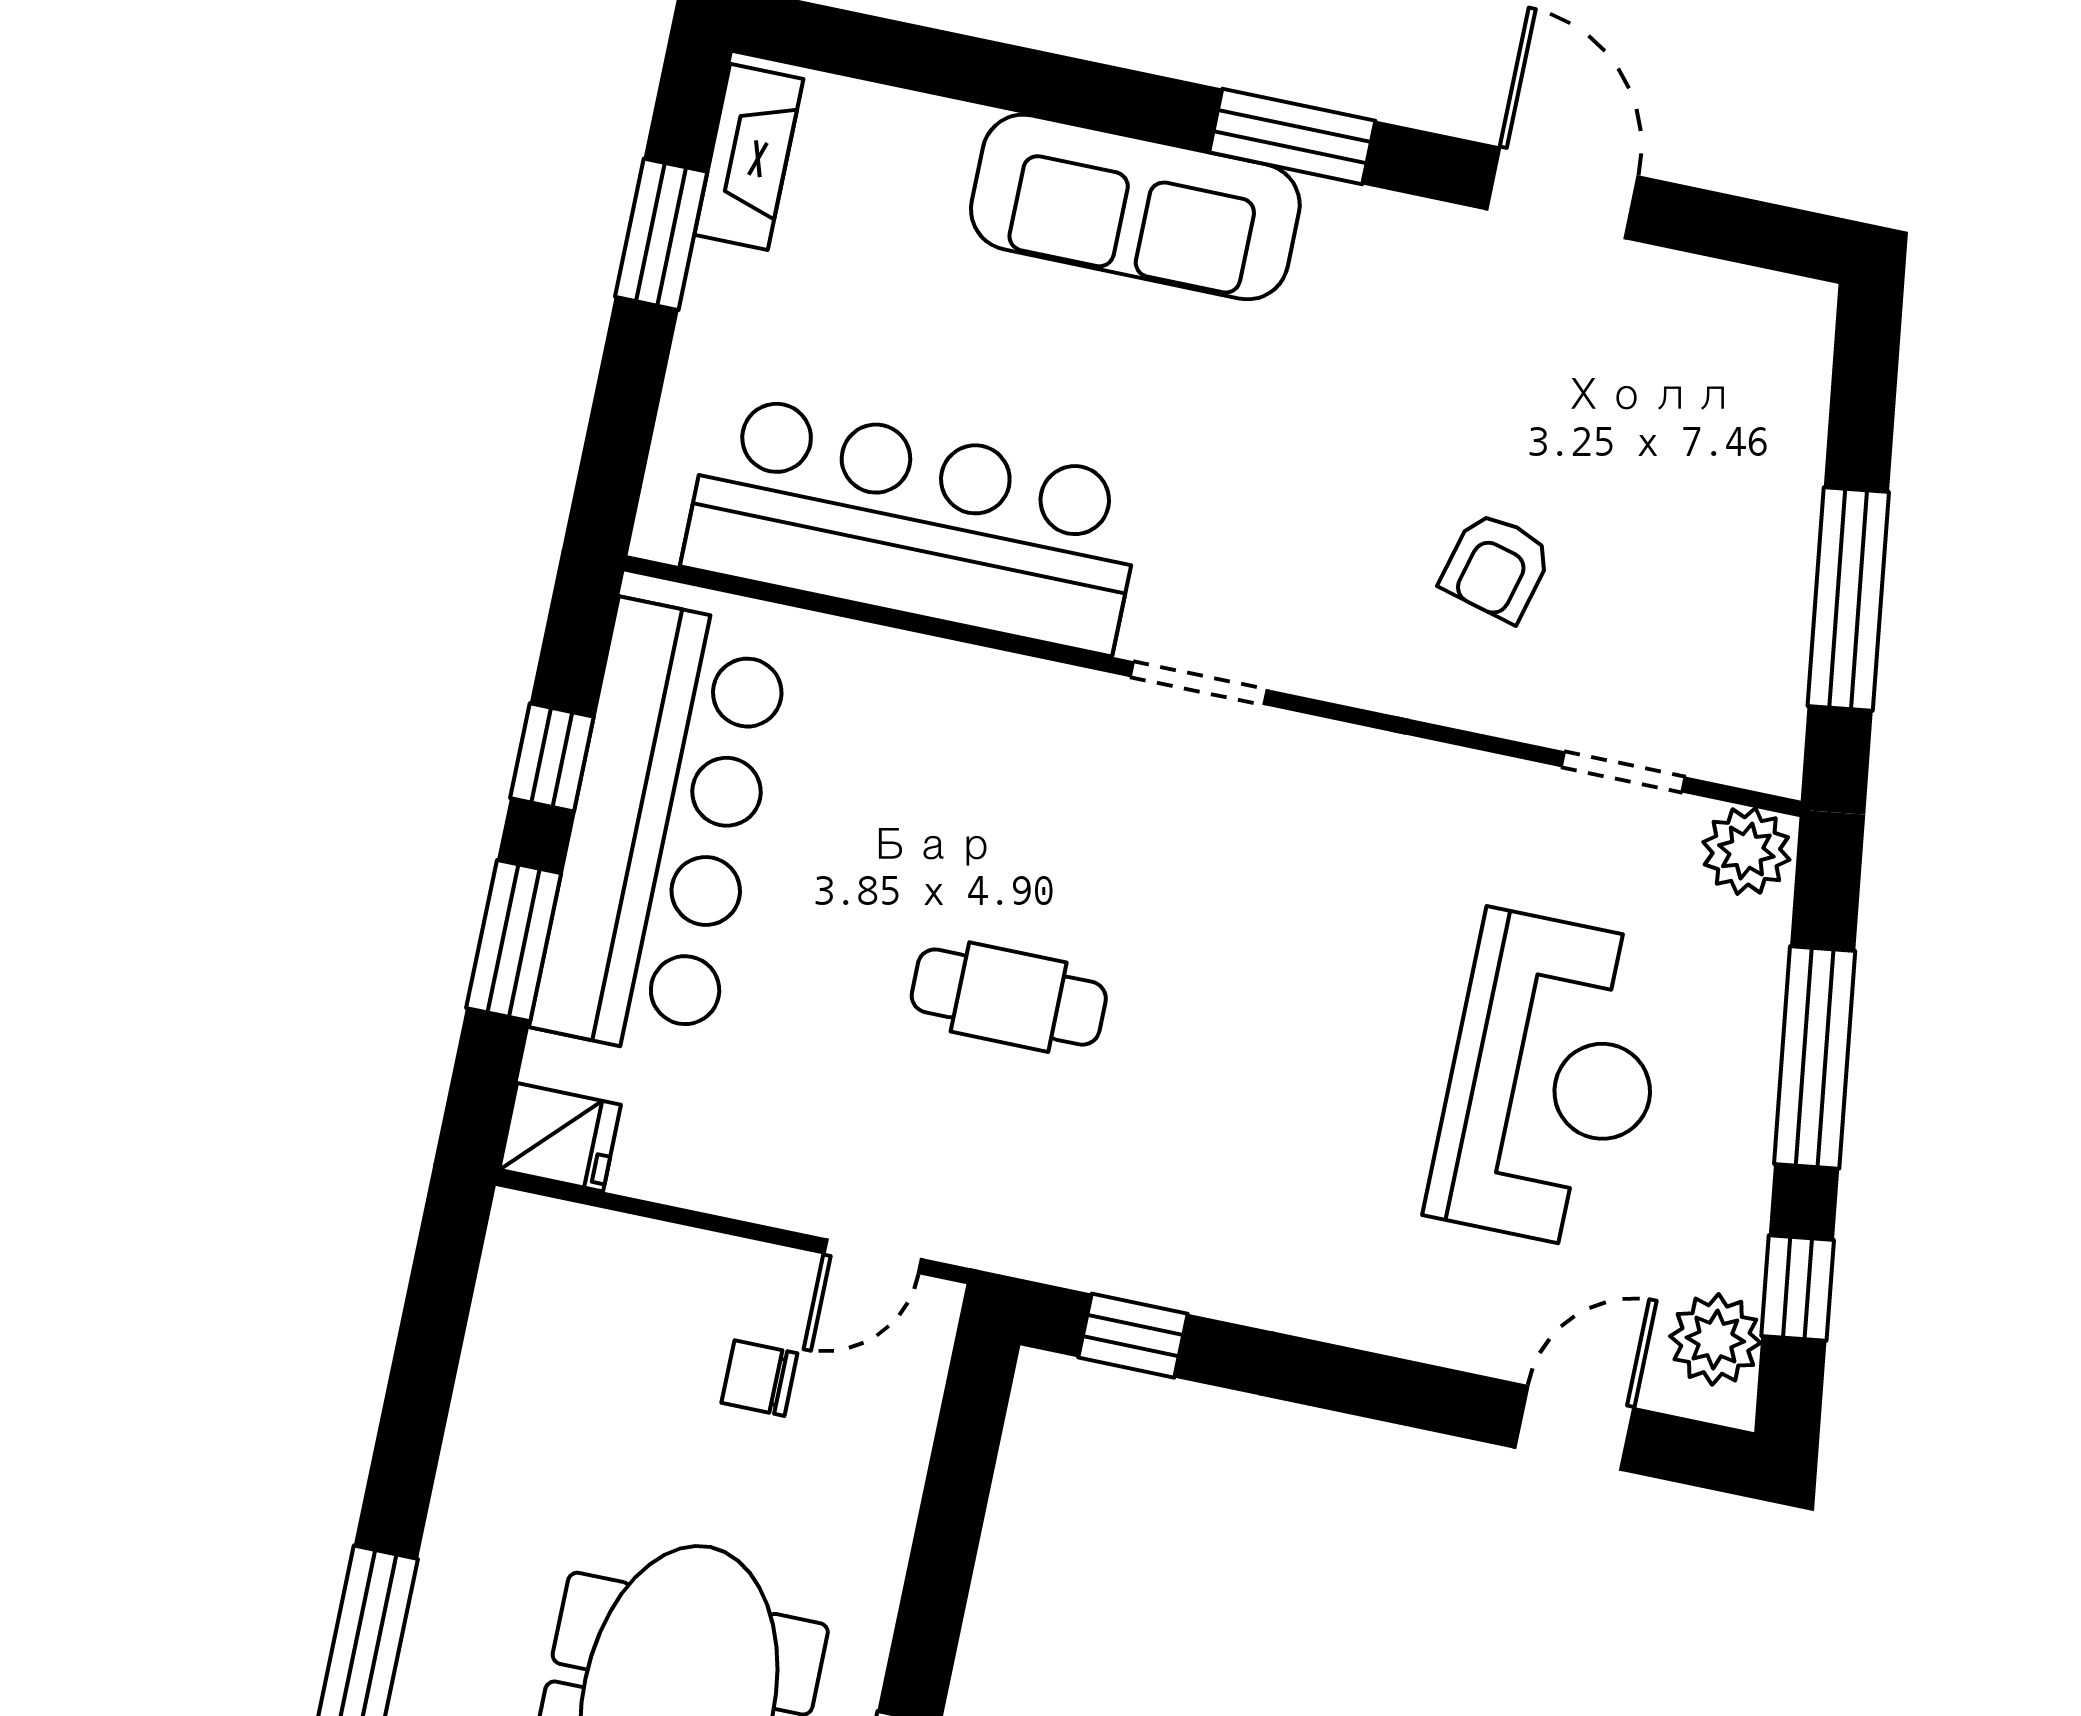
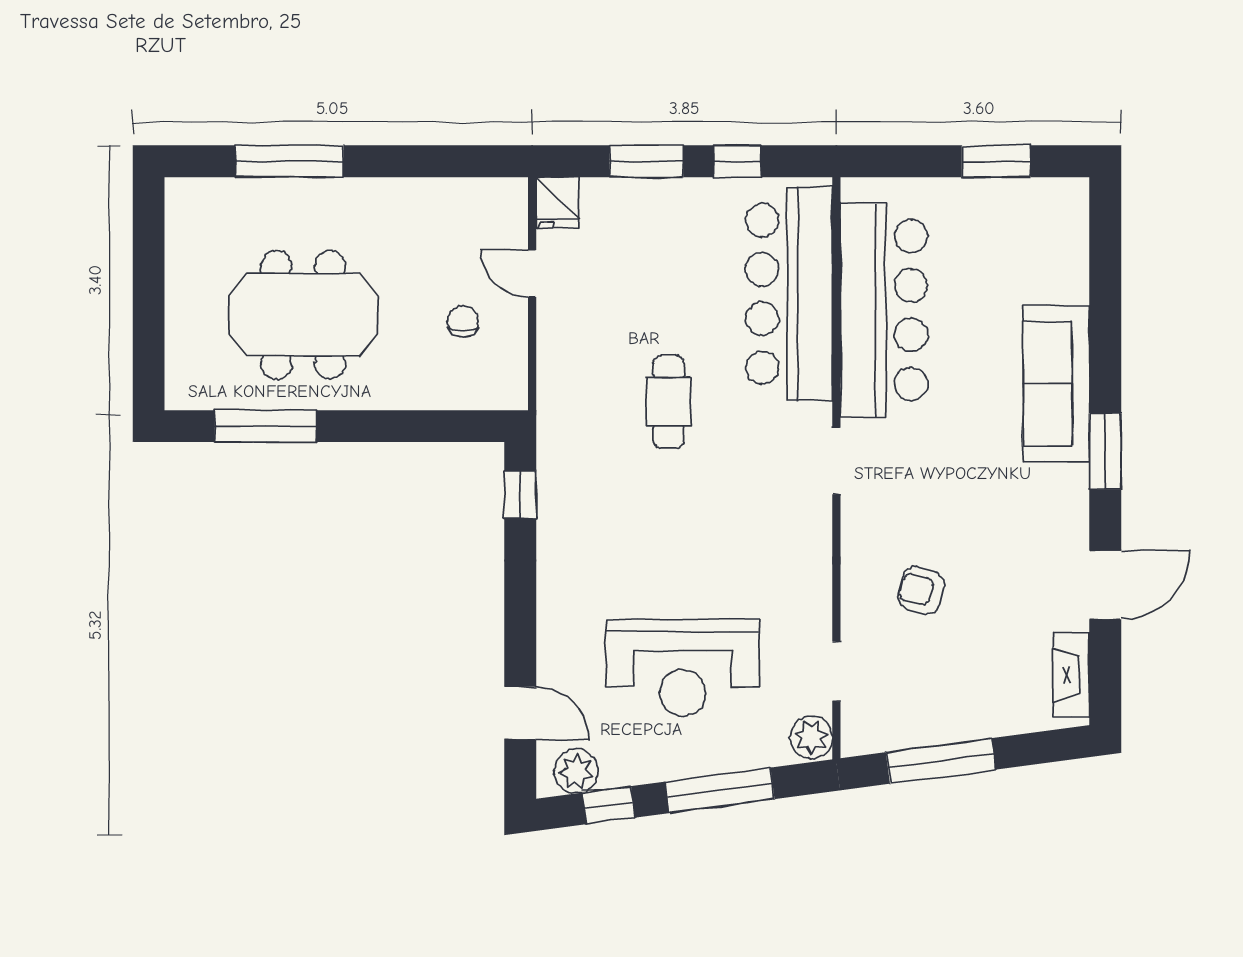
fireplace: (749, 157) -> (1071, 675), moved, turned 90
bar counter: (662, 830) -> (789, 294), moved, turned 90
door: (873, 1256) -> (532, 273), moved

